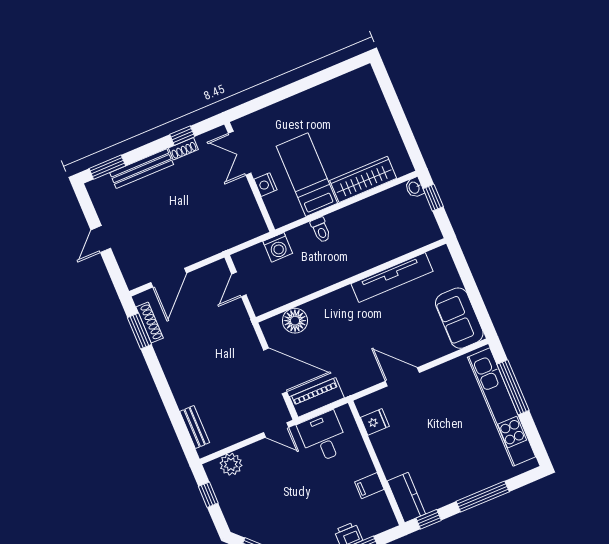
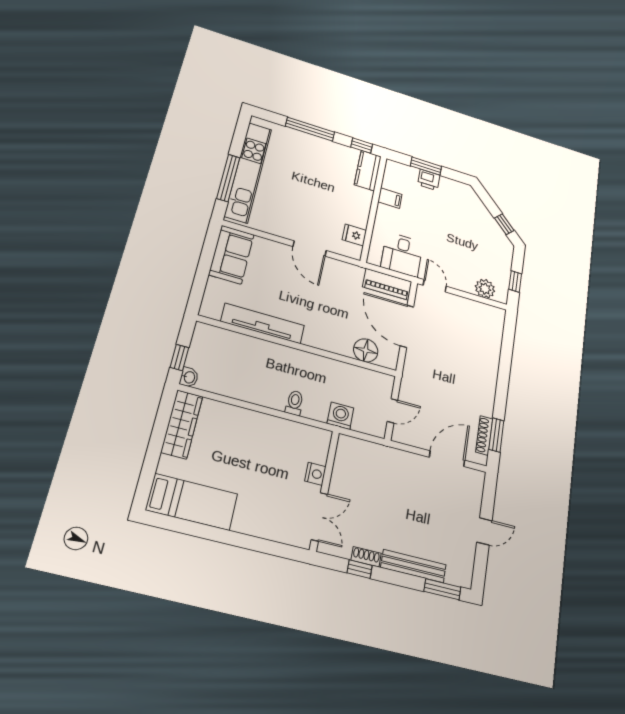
bed: (307, 175) -> (192, 502), moved, turned -90
wardrobe: (363, 179) -> (182, 424), moved, turned -90
bench: (195, 427) -> (496, 334), removed

